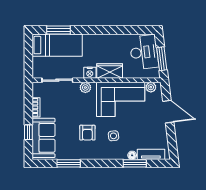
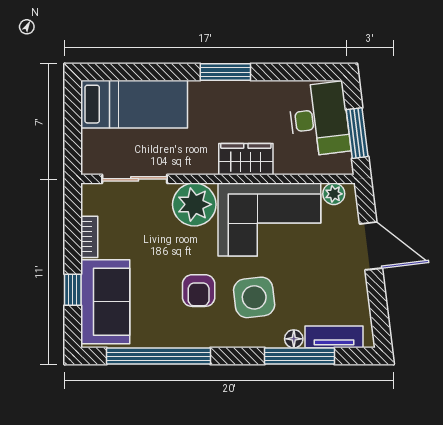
window: (59, 30) -> (225, 72), moved
nightstand: (90, 73) -> (204, 163), removed
plant: (85, 87) -> (194, 204), width x1.88, depth x1.88
side table: (113, 136) -> (254, 297), width x1.87, depth x1.87
window: (69, 163) -> (158, 356), width x2.11
window: (135, 163) -> (299, 356), width x1.44

